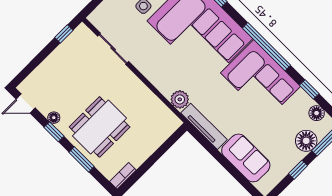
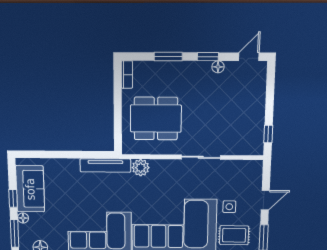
sliding door: (113, 49) -> (201, 157), moved
dining table: (100, 127) -> (156, 119), moved, turned 90
floor lamp: (306, 141) -> (23, 218), width x0.53, depth x0.53
sofa: (246, 158) -> (30, 189), moved, turned -90

